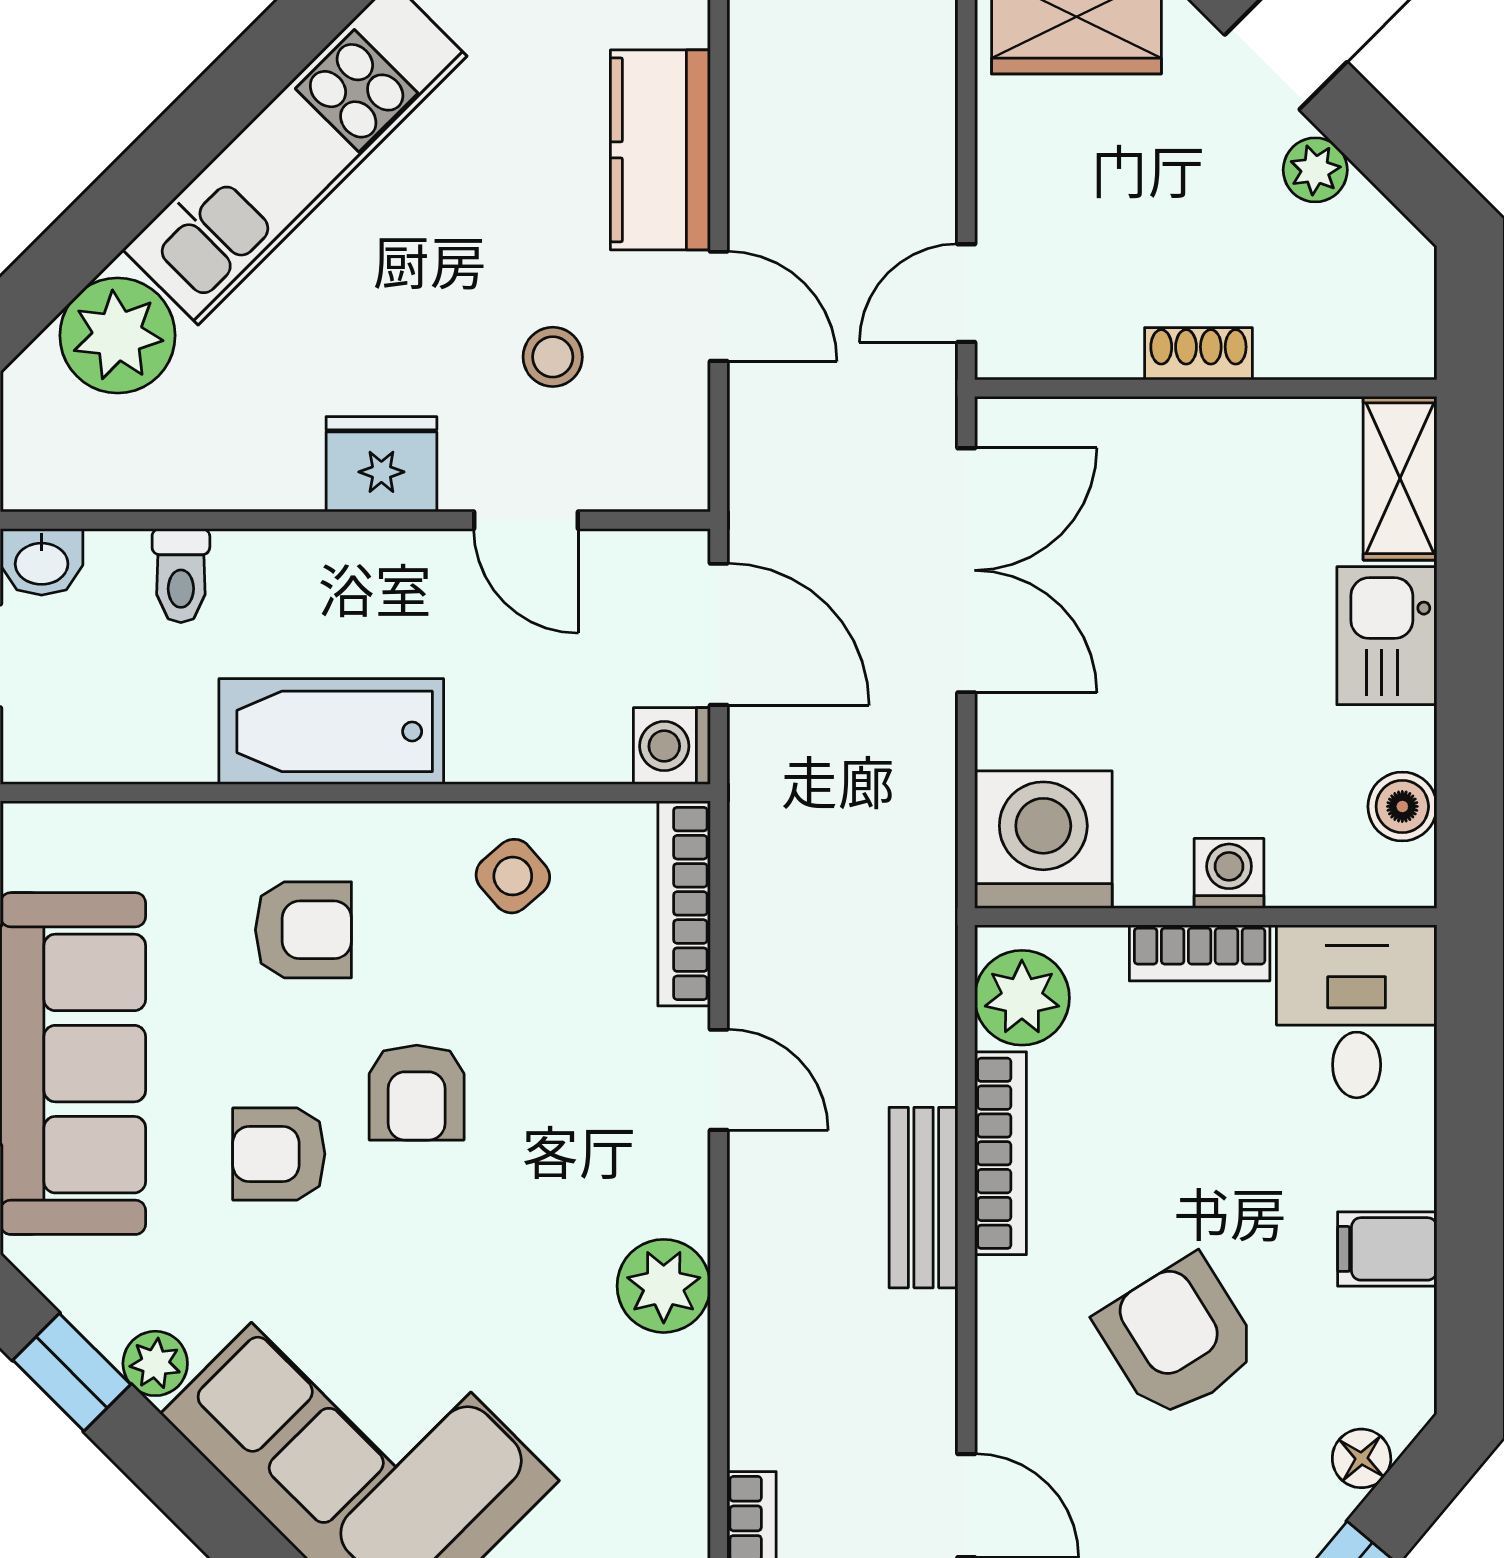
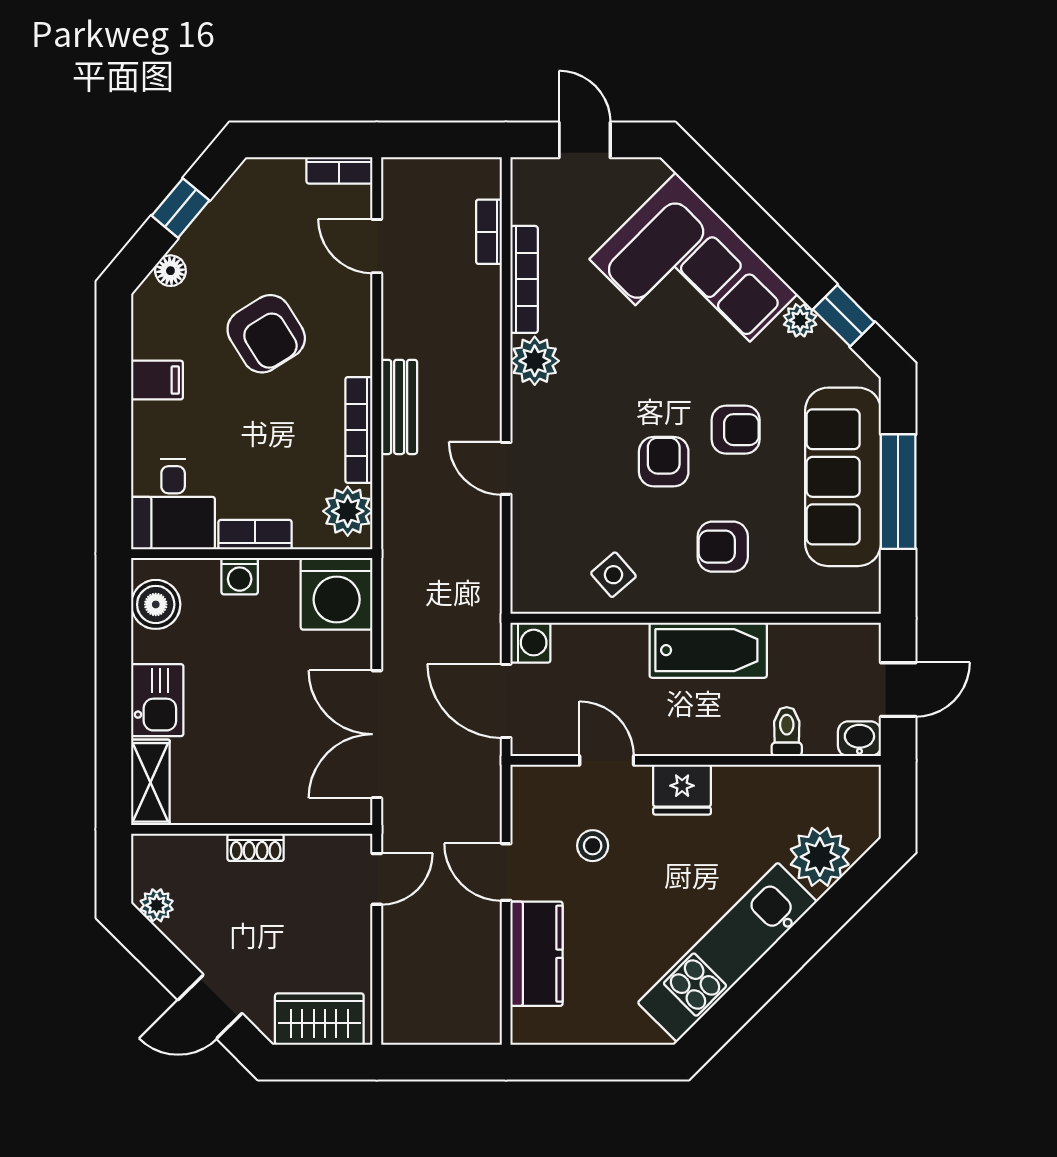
plant: (1315, 170) -> (157, 905), moved
boiler: (1402, 806) -> (156, 604), width x1.36, depth x1.36
bookcase: (684, 903) -> (524, 279), moved

